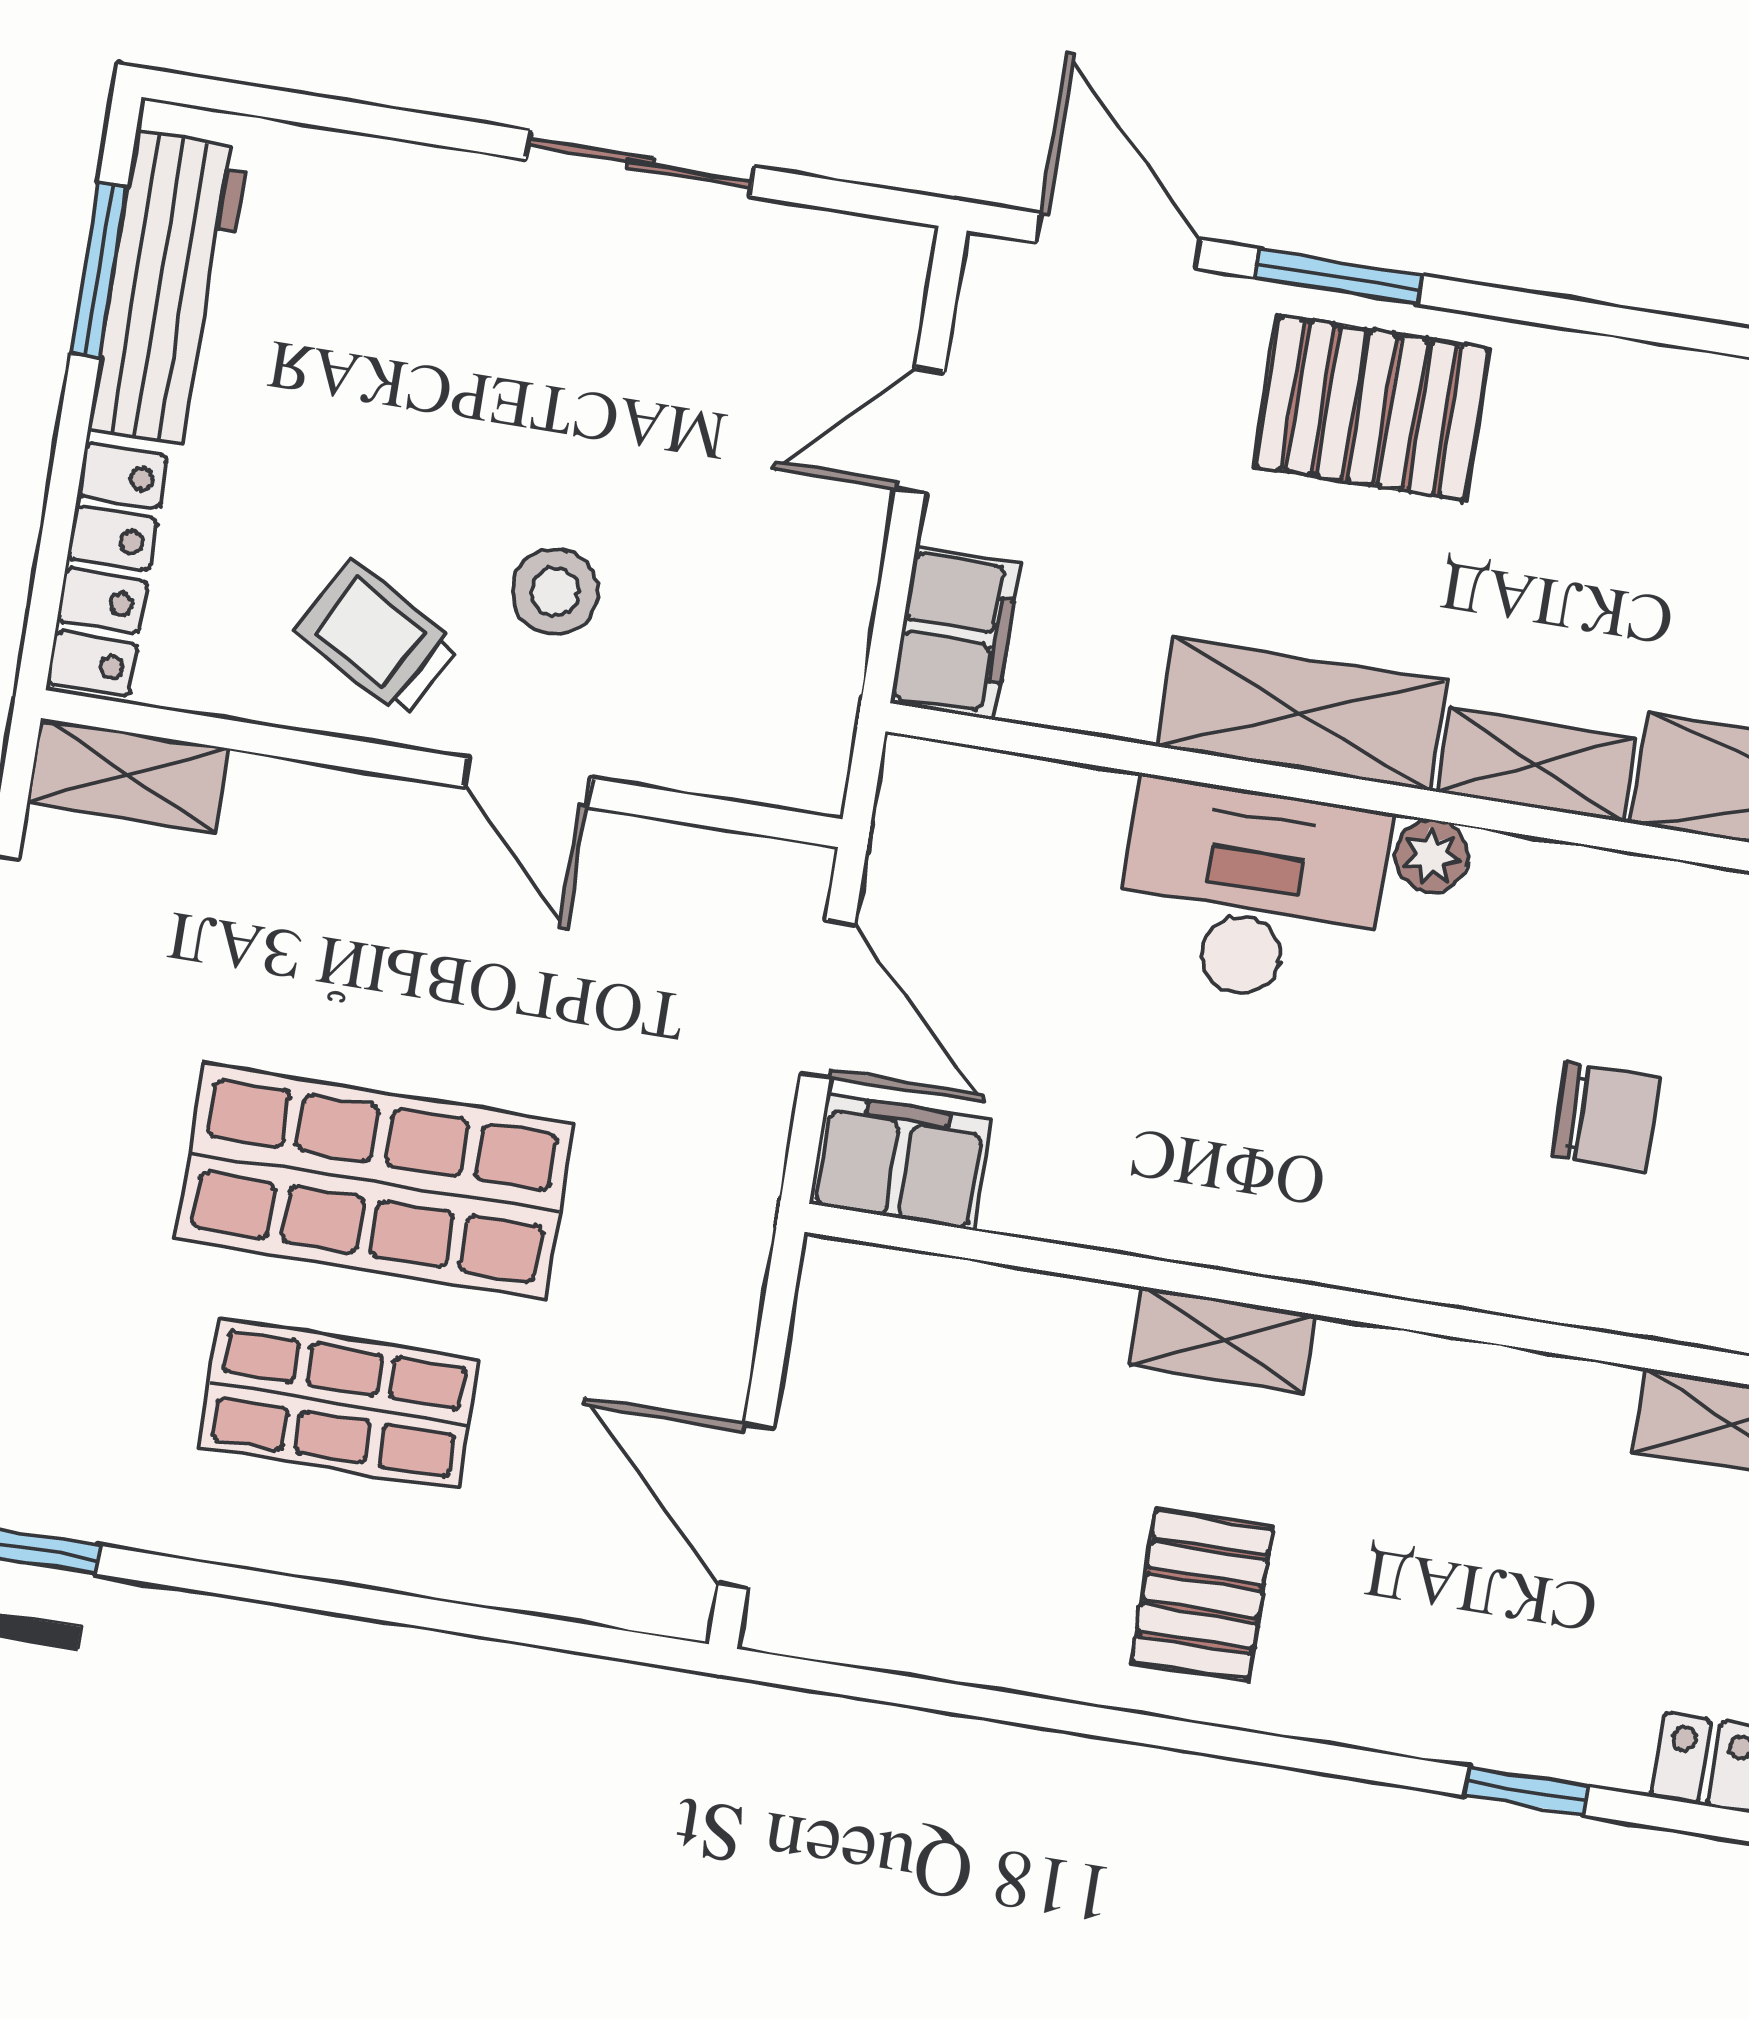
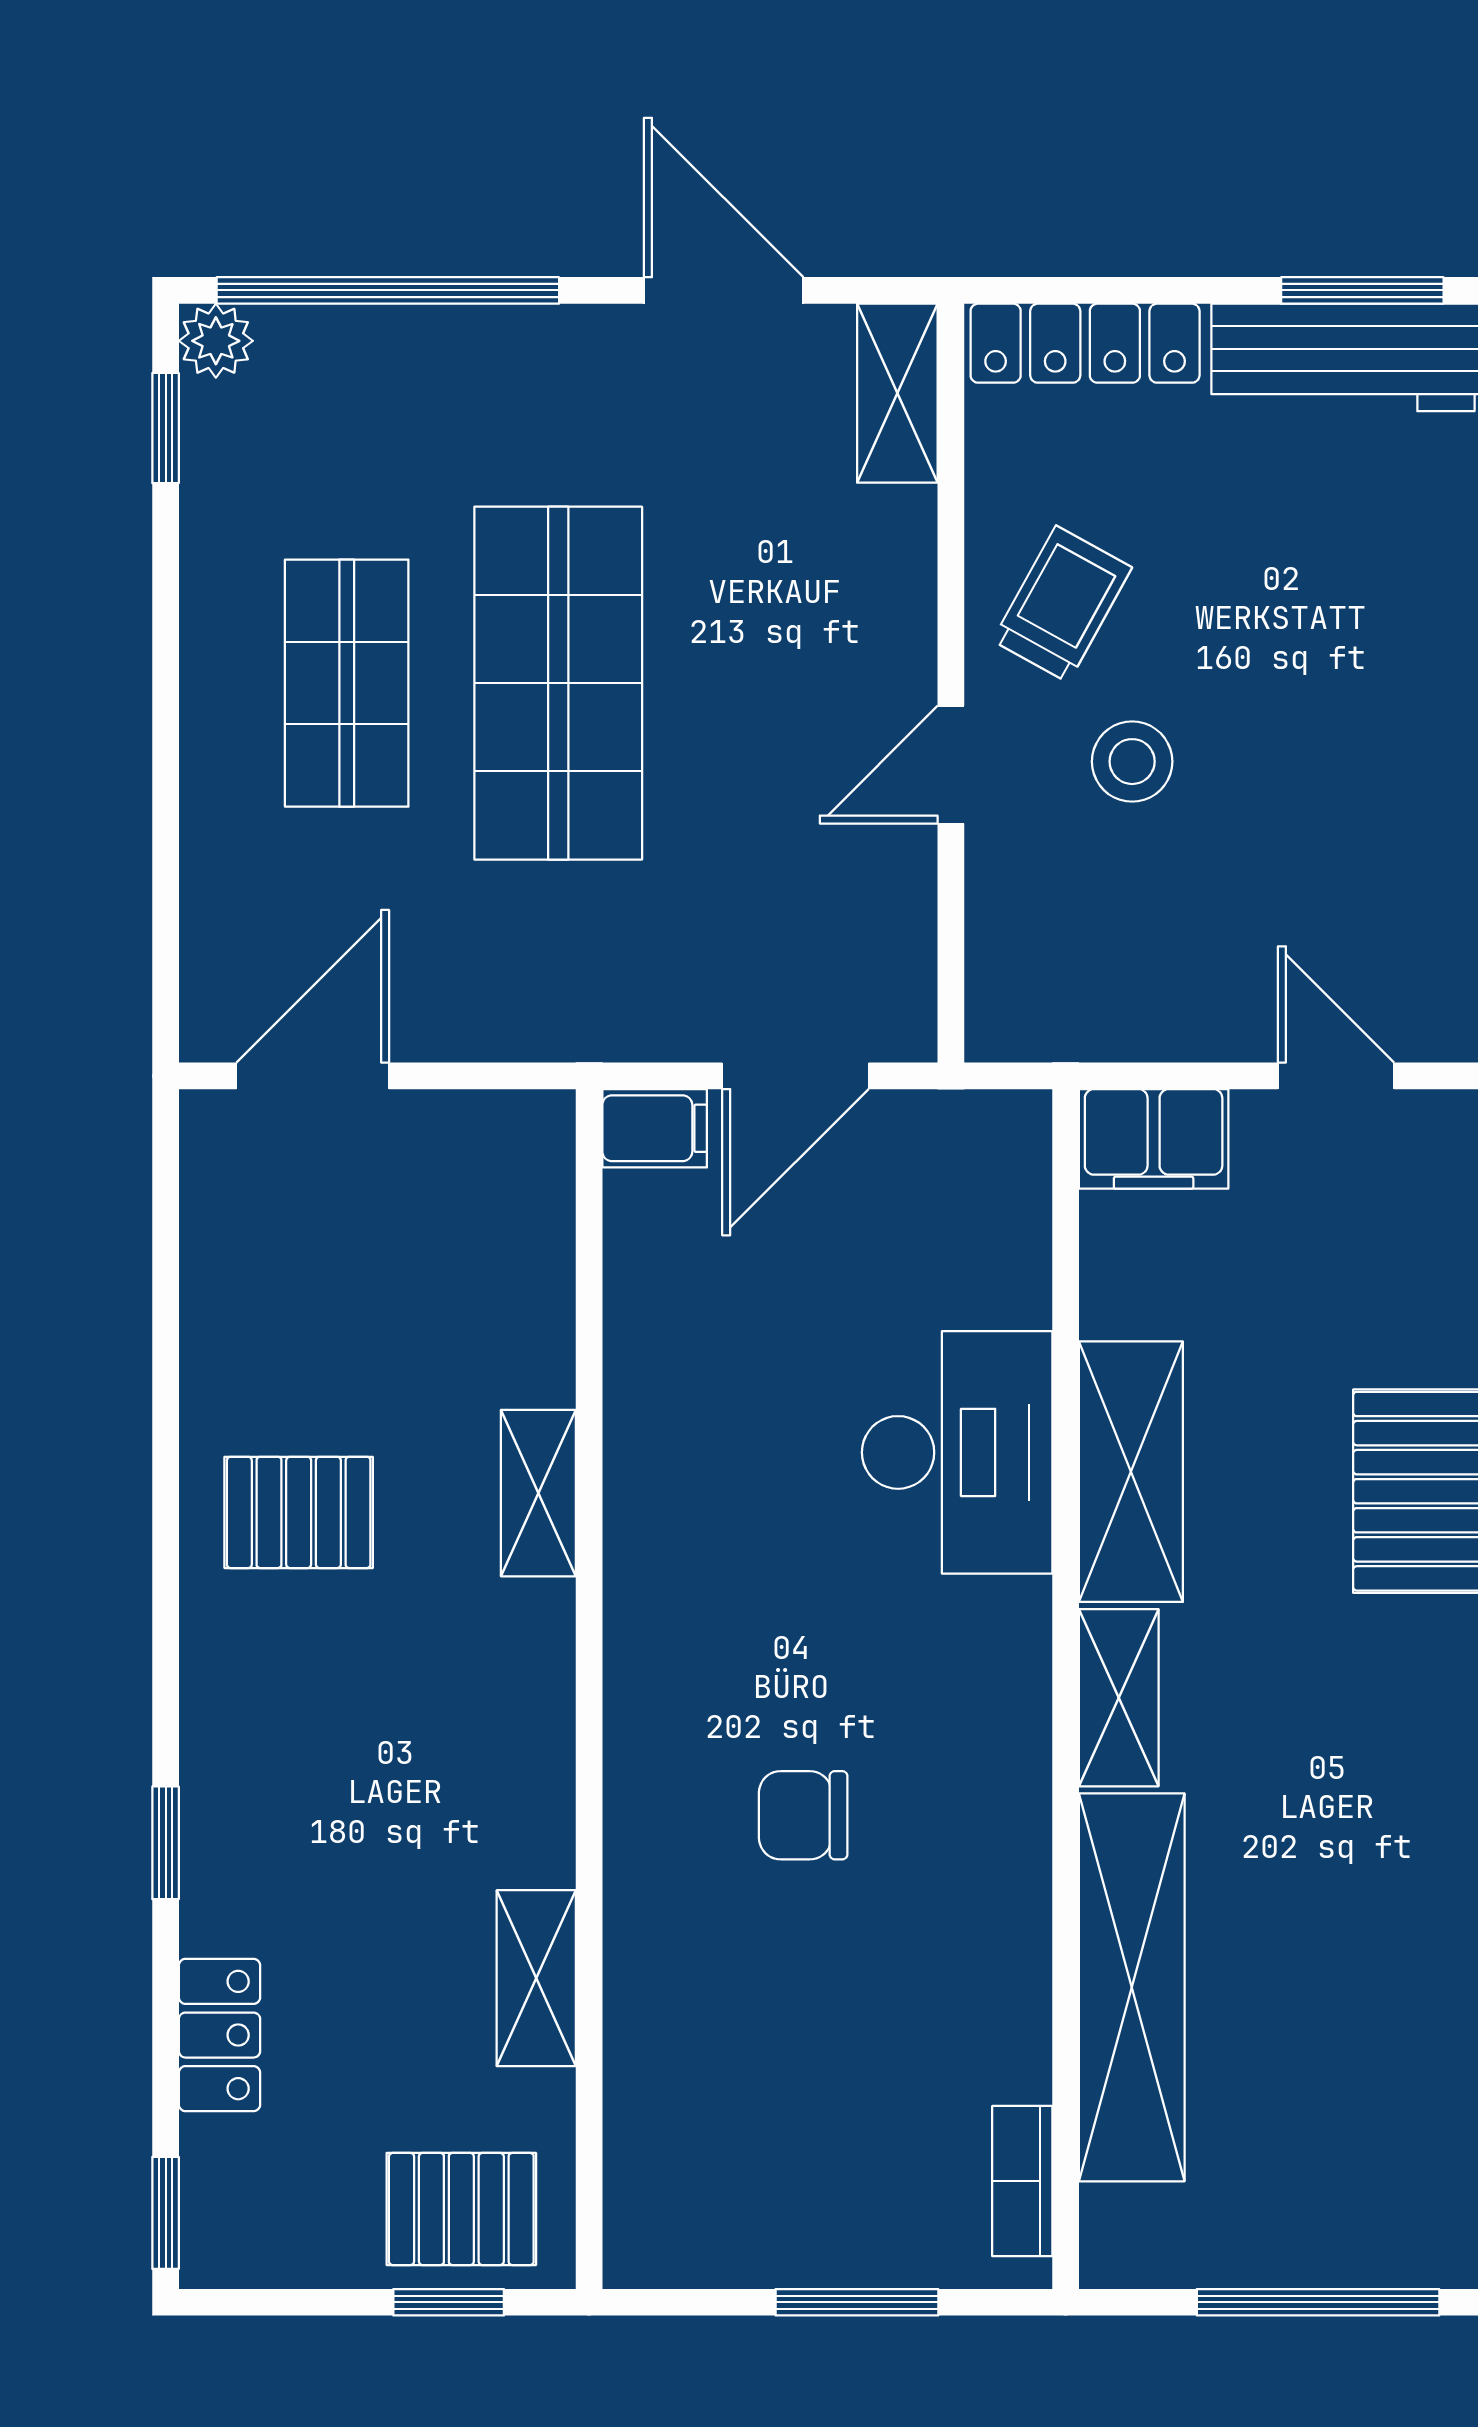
plant: (1432, 856) -> (1019, 1614), removed
chair: (1606, 1116) -> (803, 1815), turned 90
filing cabinet: (900, 1162) -> (655, 1128), width x0.50

